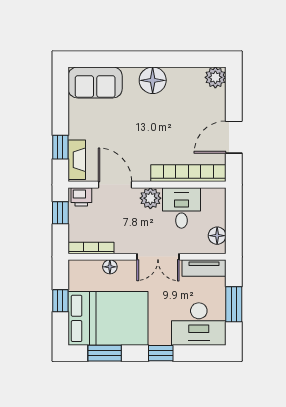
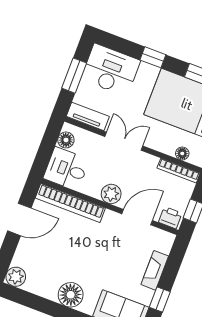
window: (60, 147) -> (160, 299), moved
fireplace: (77, 160) -> (155, 270), moved
door: (115, 185) -> (137, 217), swing flipped
desk: (181, 208) -> (66, 169), moved, turned 90
floor lamp: (110, 267) -> (182, 153), moved

